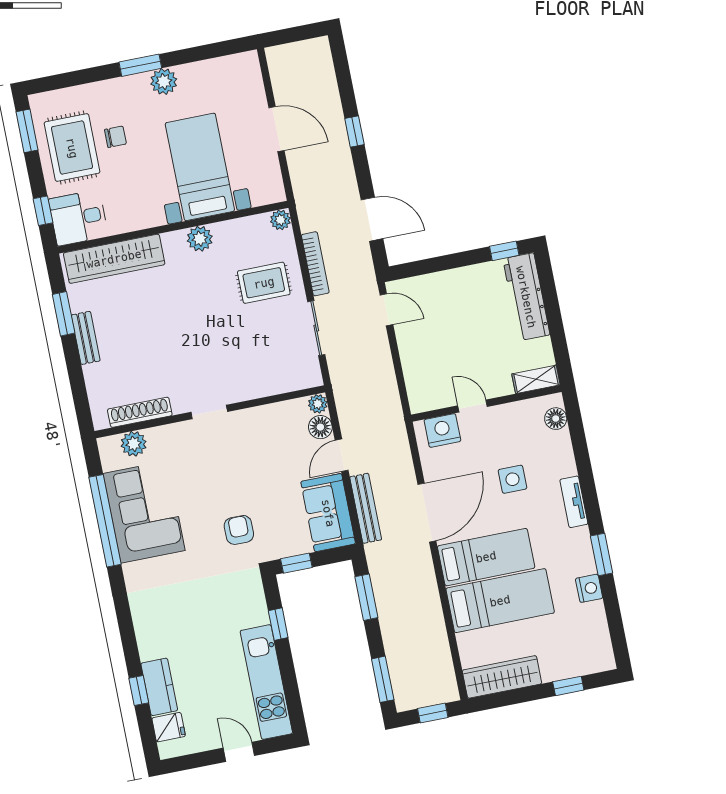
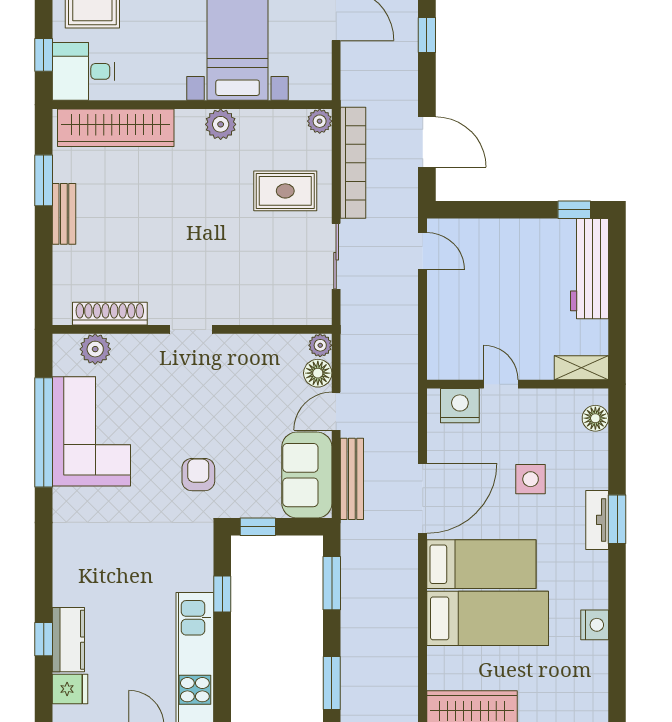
bookcase: (315, 264) -> (353, 163), width x1.48, depth x1.31
window: (601, 554) -> (617, 519), moved

